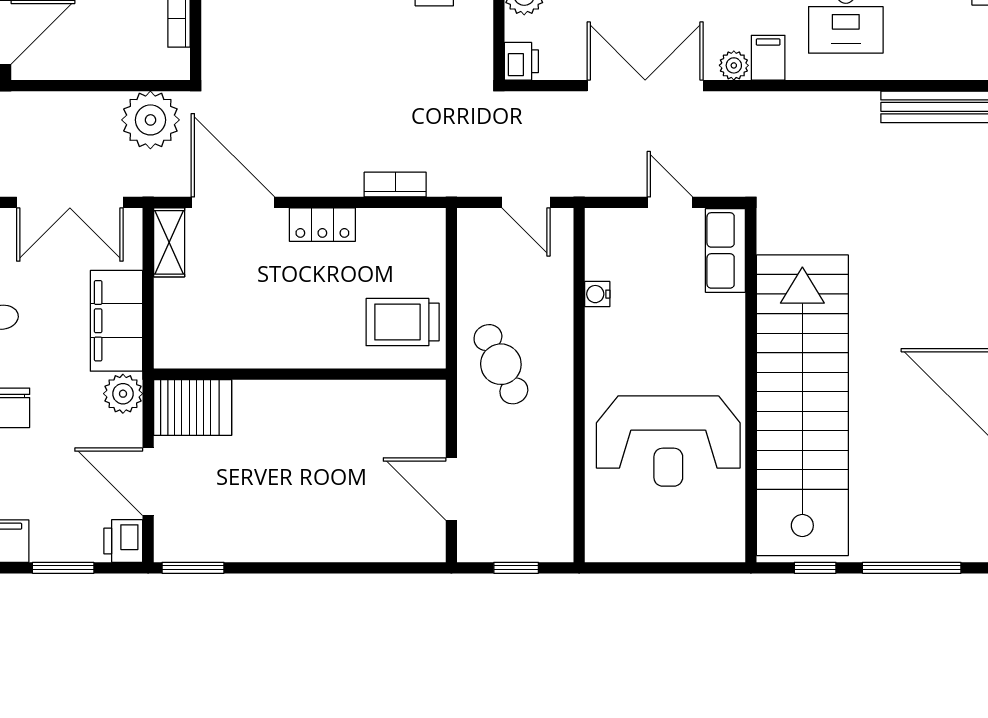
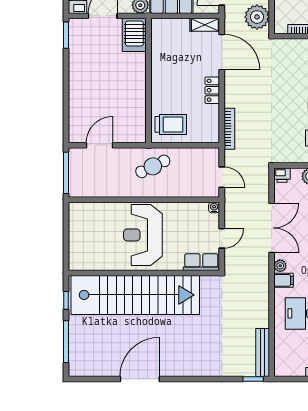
bookcase: (395, 185) -> (229, 129), width x1.56
door: (233, 202) -> (222, 52), hinge flipped
door: (526, 202) -> (222, 177), swing flipped
water cooler: (597, 294) -> (214, 207), moved
trolley: (403, 322) -> (171, 124), turned 90
reception desk: (668, 441) -> (143, 235), moved
window: (516, 568) -> (66, 173), width x2.17

